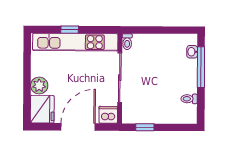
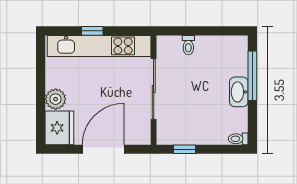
toilet: (127, 42) -> (188, 45), moved
washbasin: (192, 52) -> (239, 92), moved, width x1.91, depth x1.45
toilet: (189, 99) -> (238, 139), moved
dishwasher: (108, 115) -> (140, 134), removed

